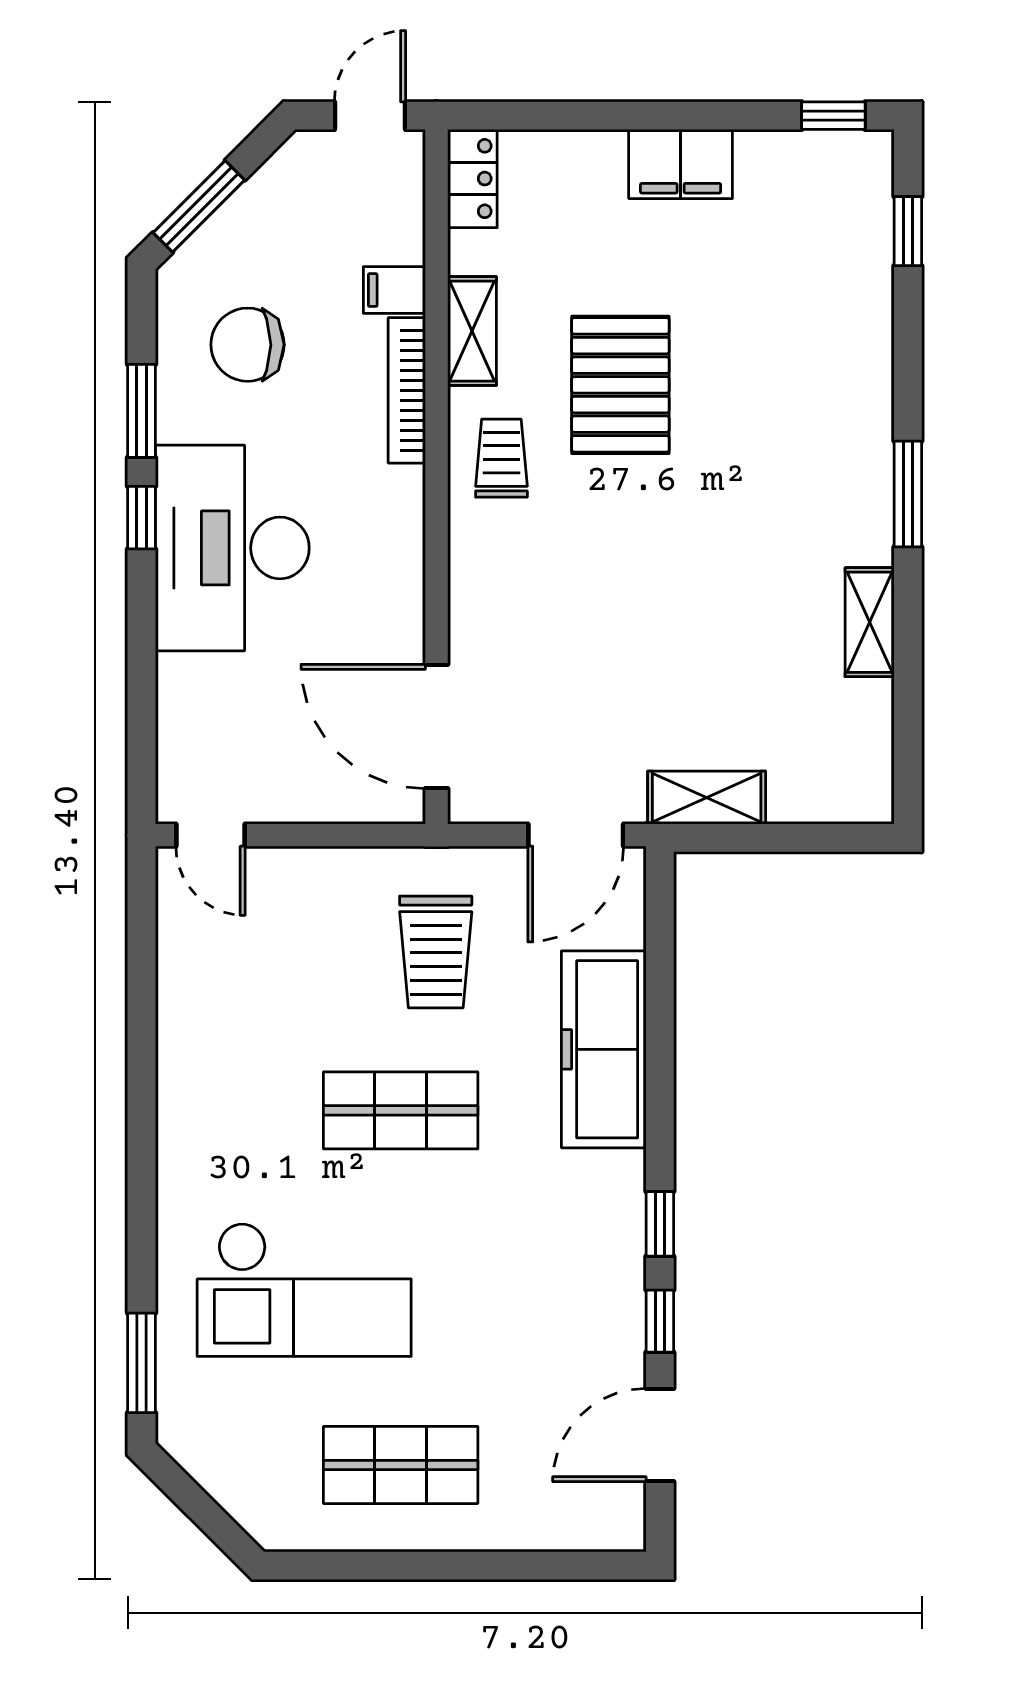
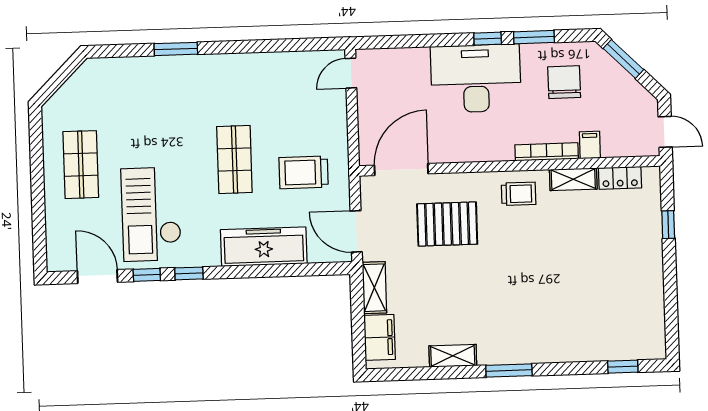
window: (833, 116) -> (668, 225), moved
filing cabinet: (681, 164) -> (380, 337), moved, turned 180
locker: (472, 179) -> (620, 178), moved
pallet: (620, 385) -> (447, 224), moved
checkout: (304, 1290) -> (151, 214), moved
window: (142, 1363) -> (176, 49), moved

